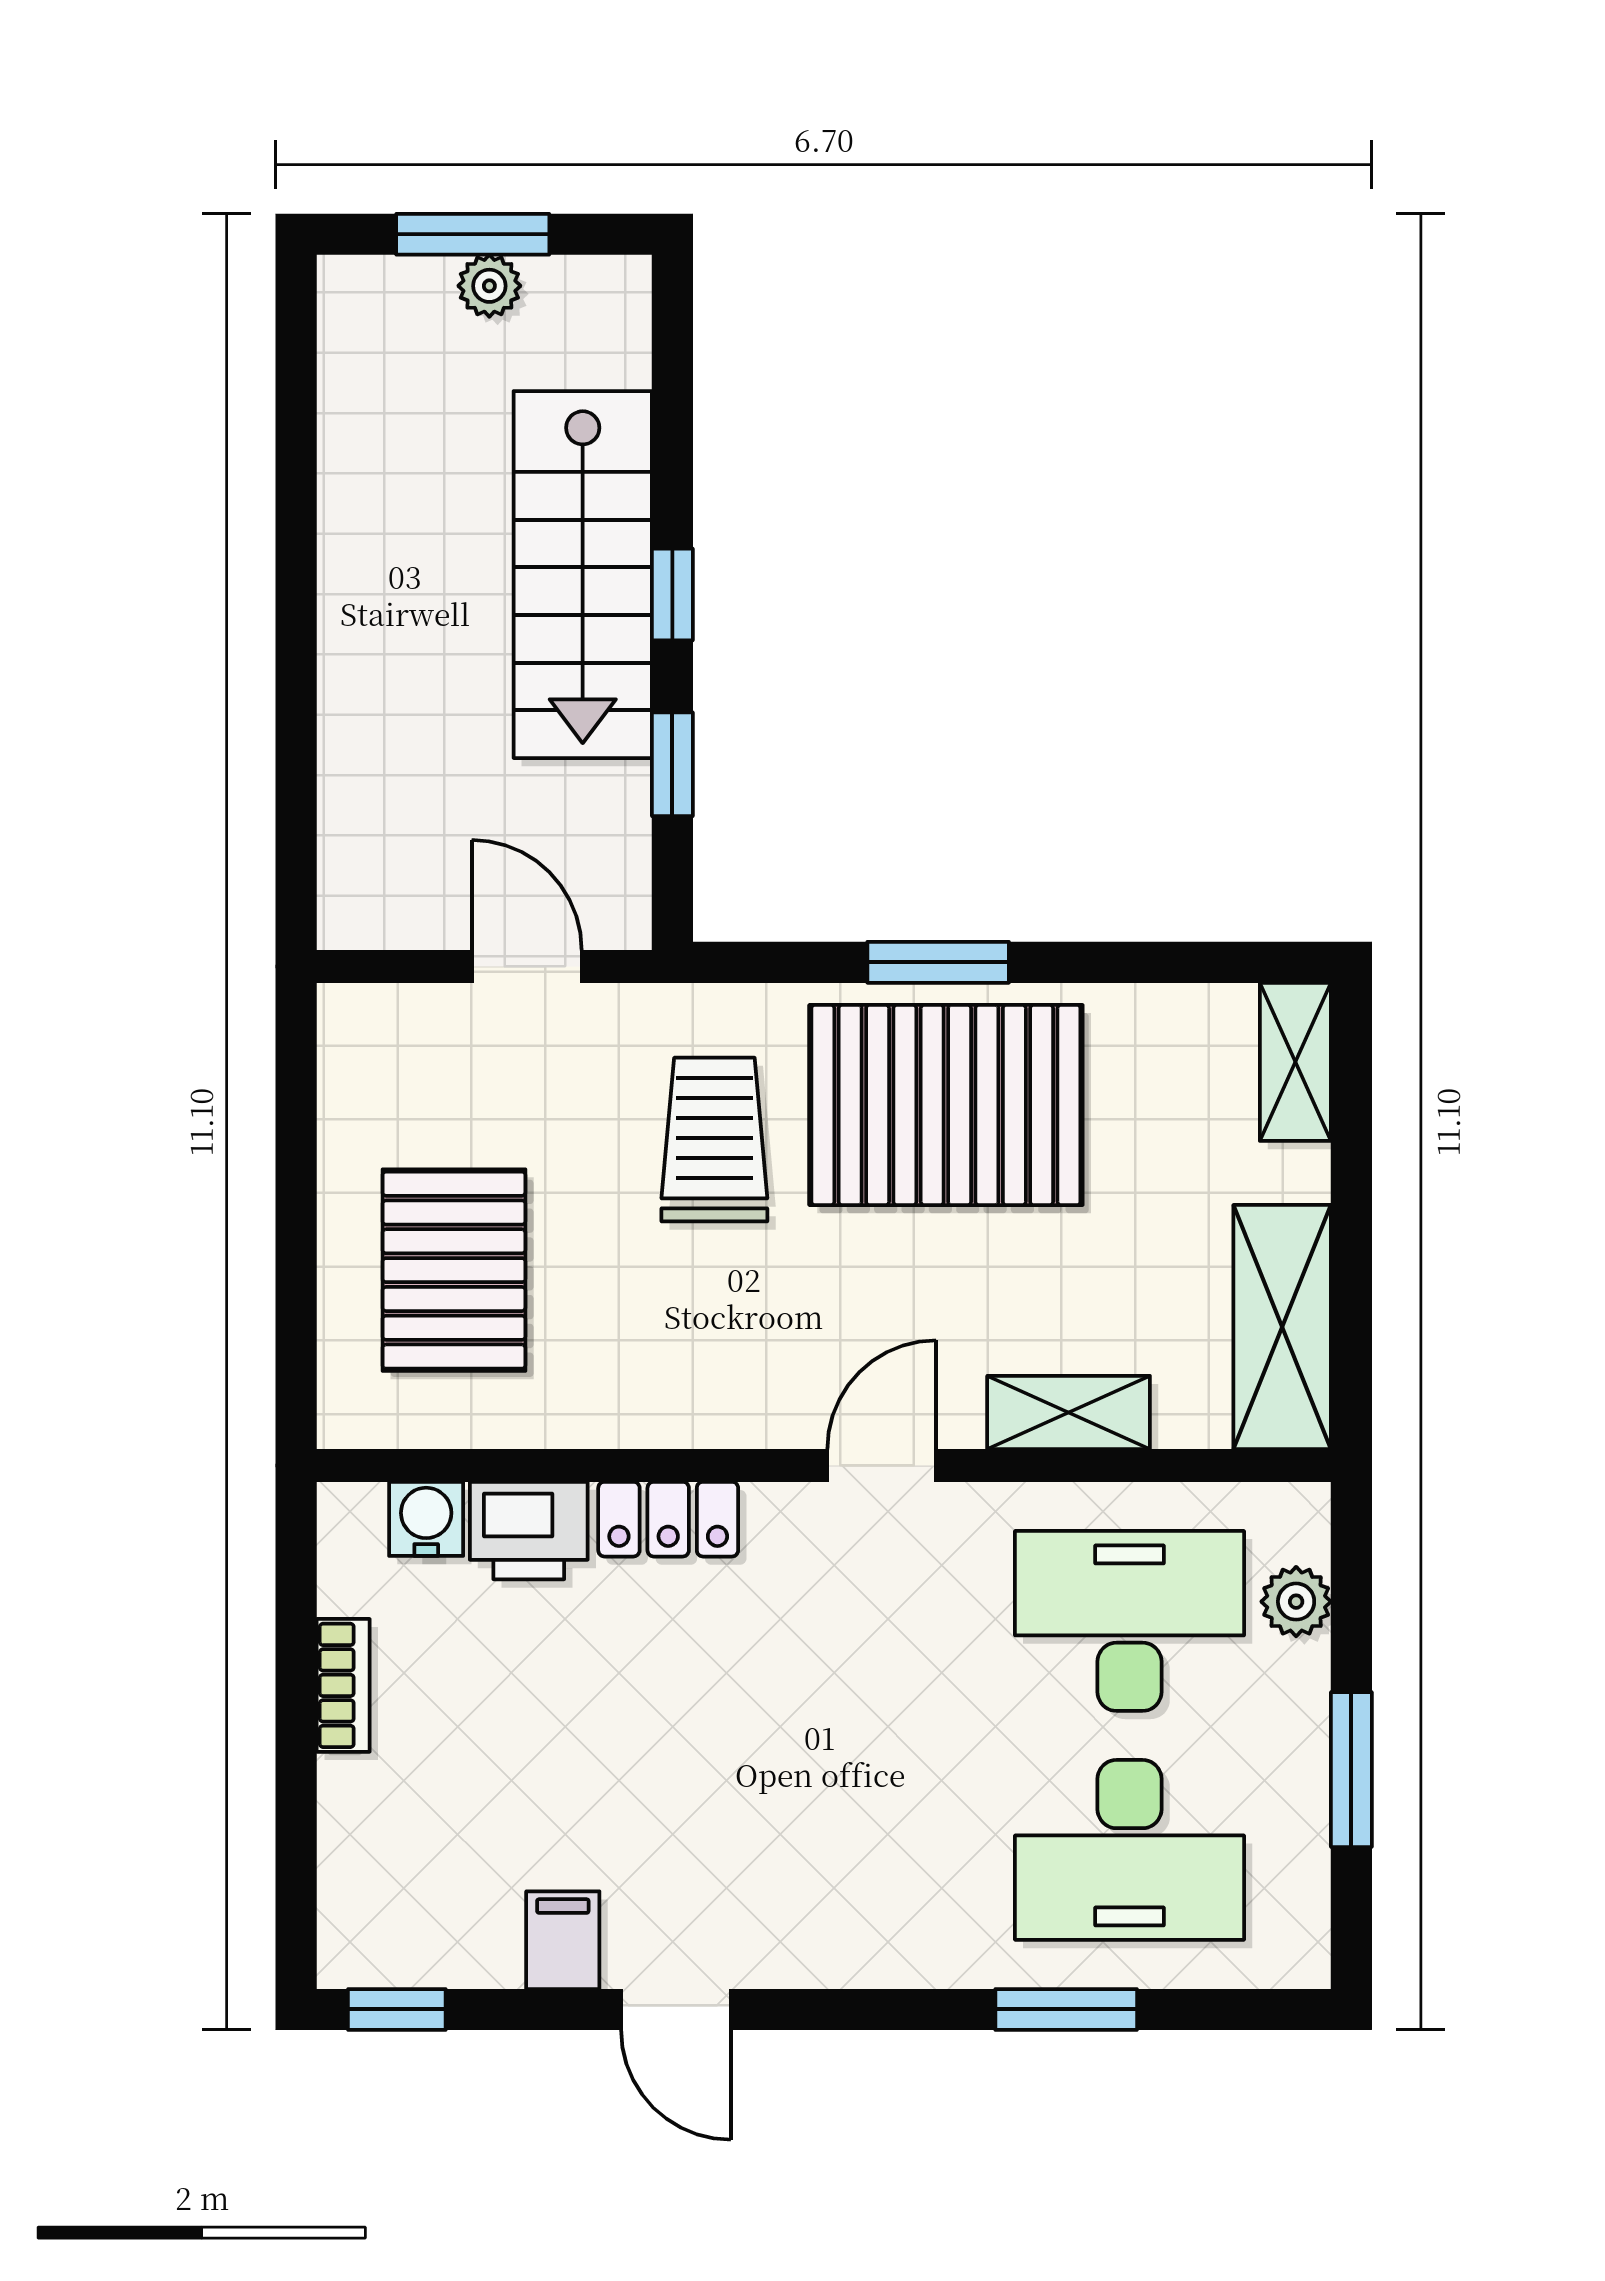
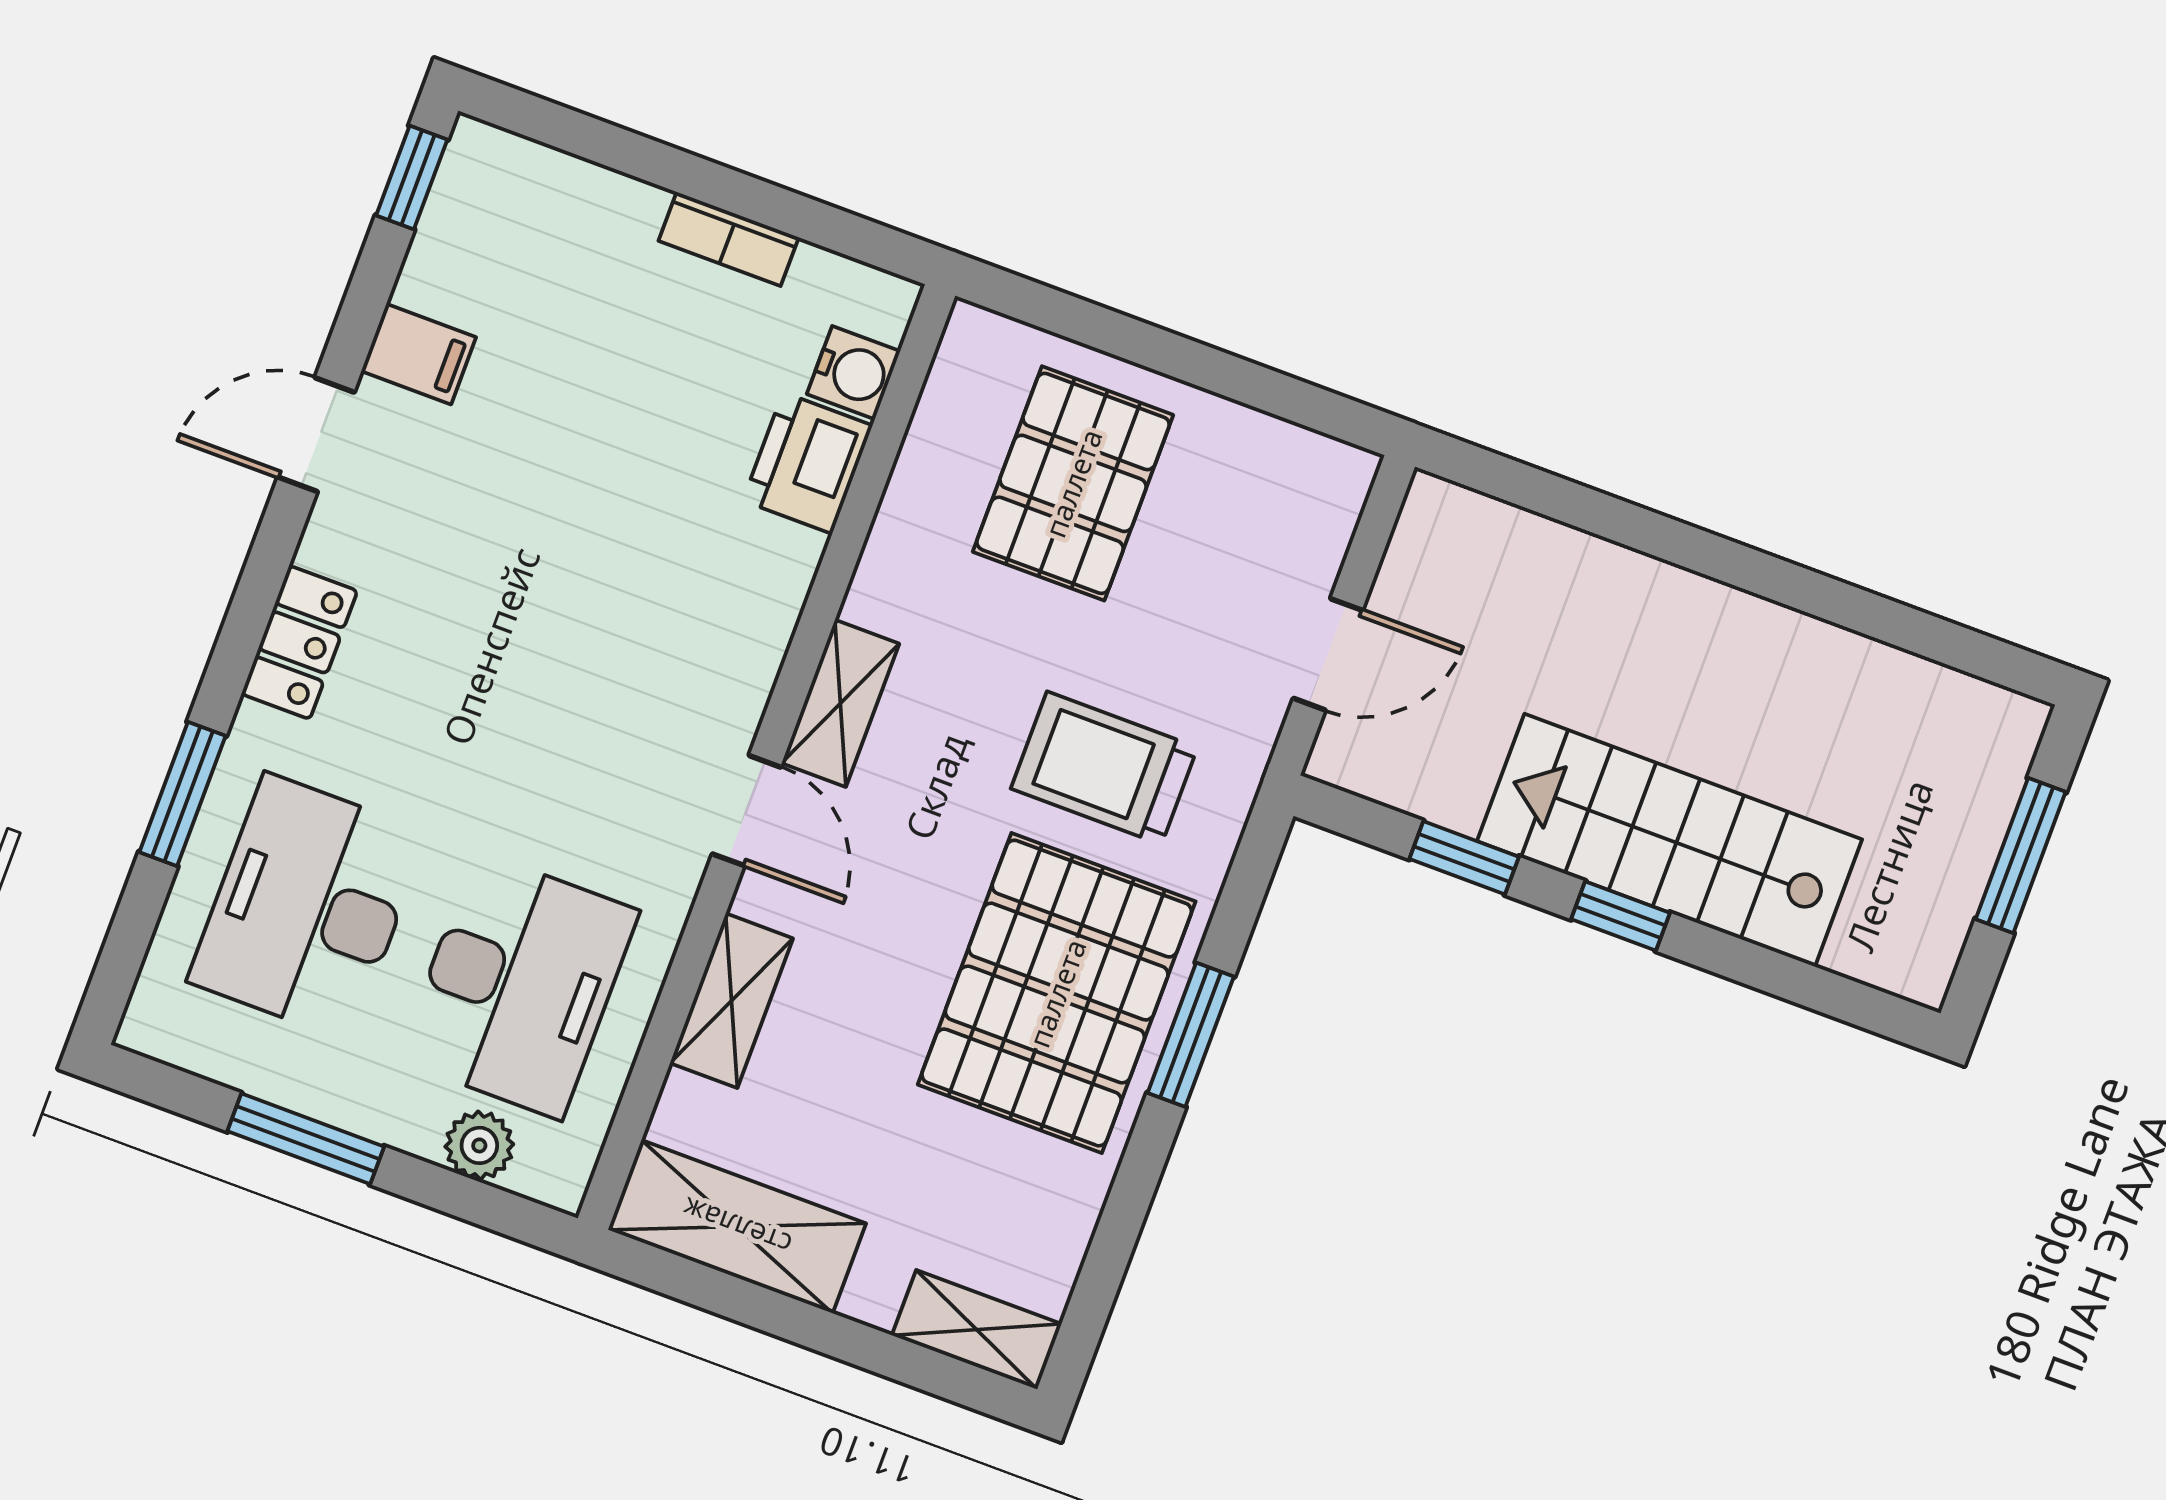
plant: (489, 286) -> (1967, 853), removed
trolley: (714, 1140) -> (1104, 768), turned 180
pallet: (454, 1270) -> (1073, 483), turned 90
shelving: (746, 1414) -> (840, 703), added
locker: (668, 1519) -> (299, 642), moved, turned 180

